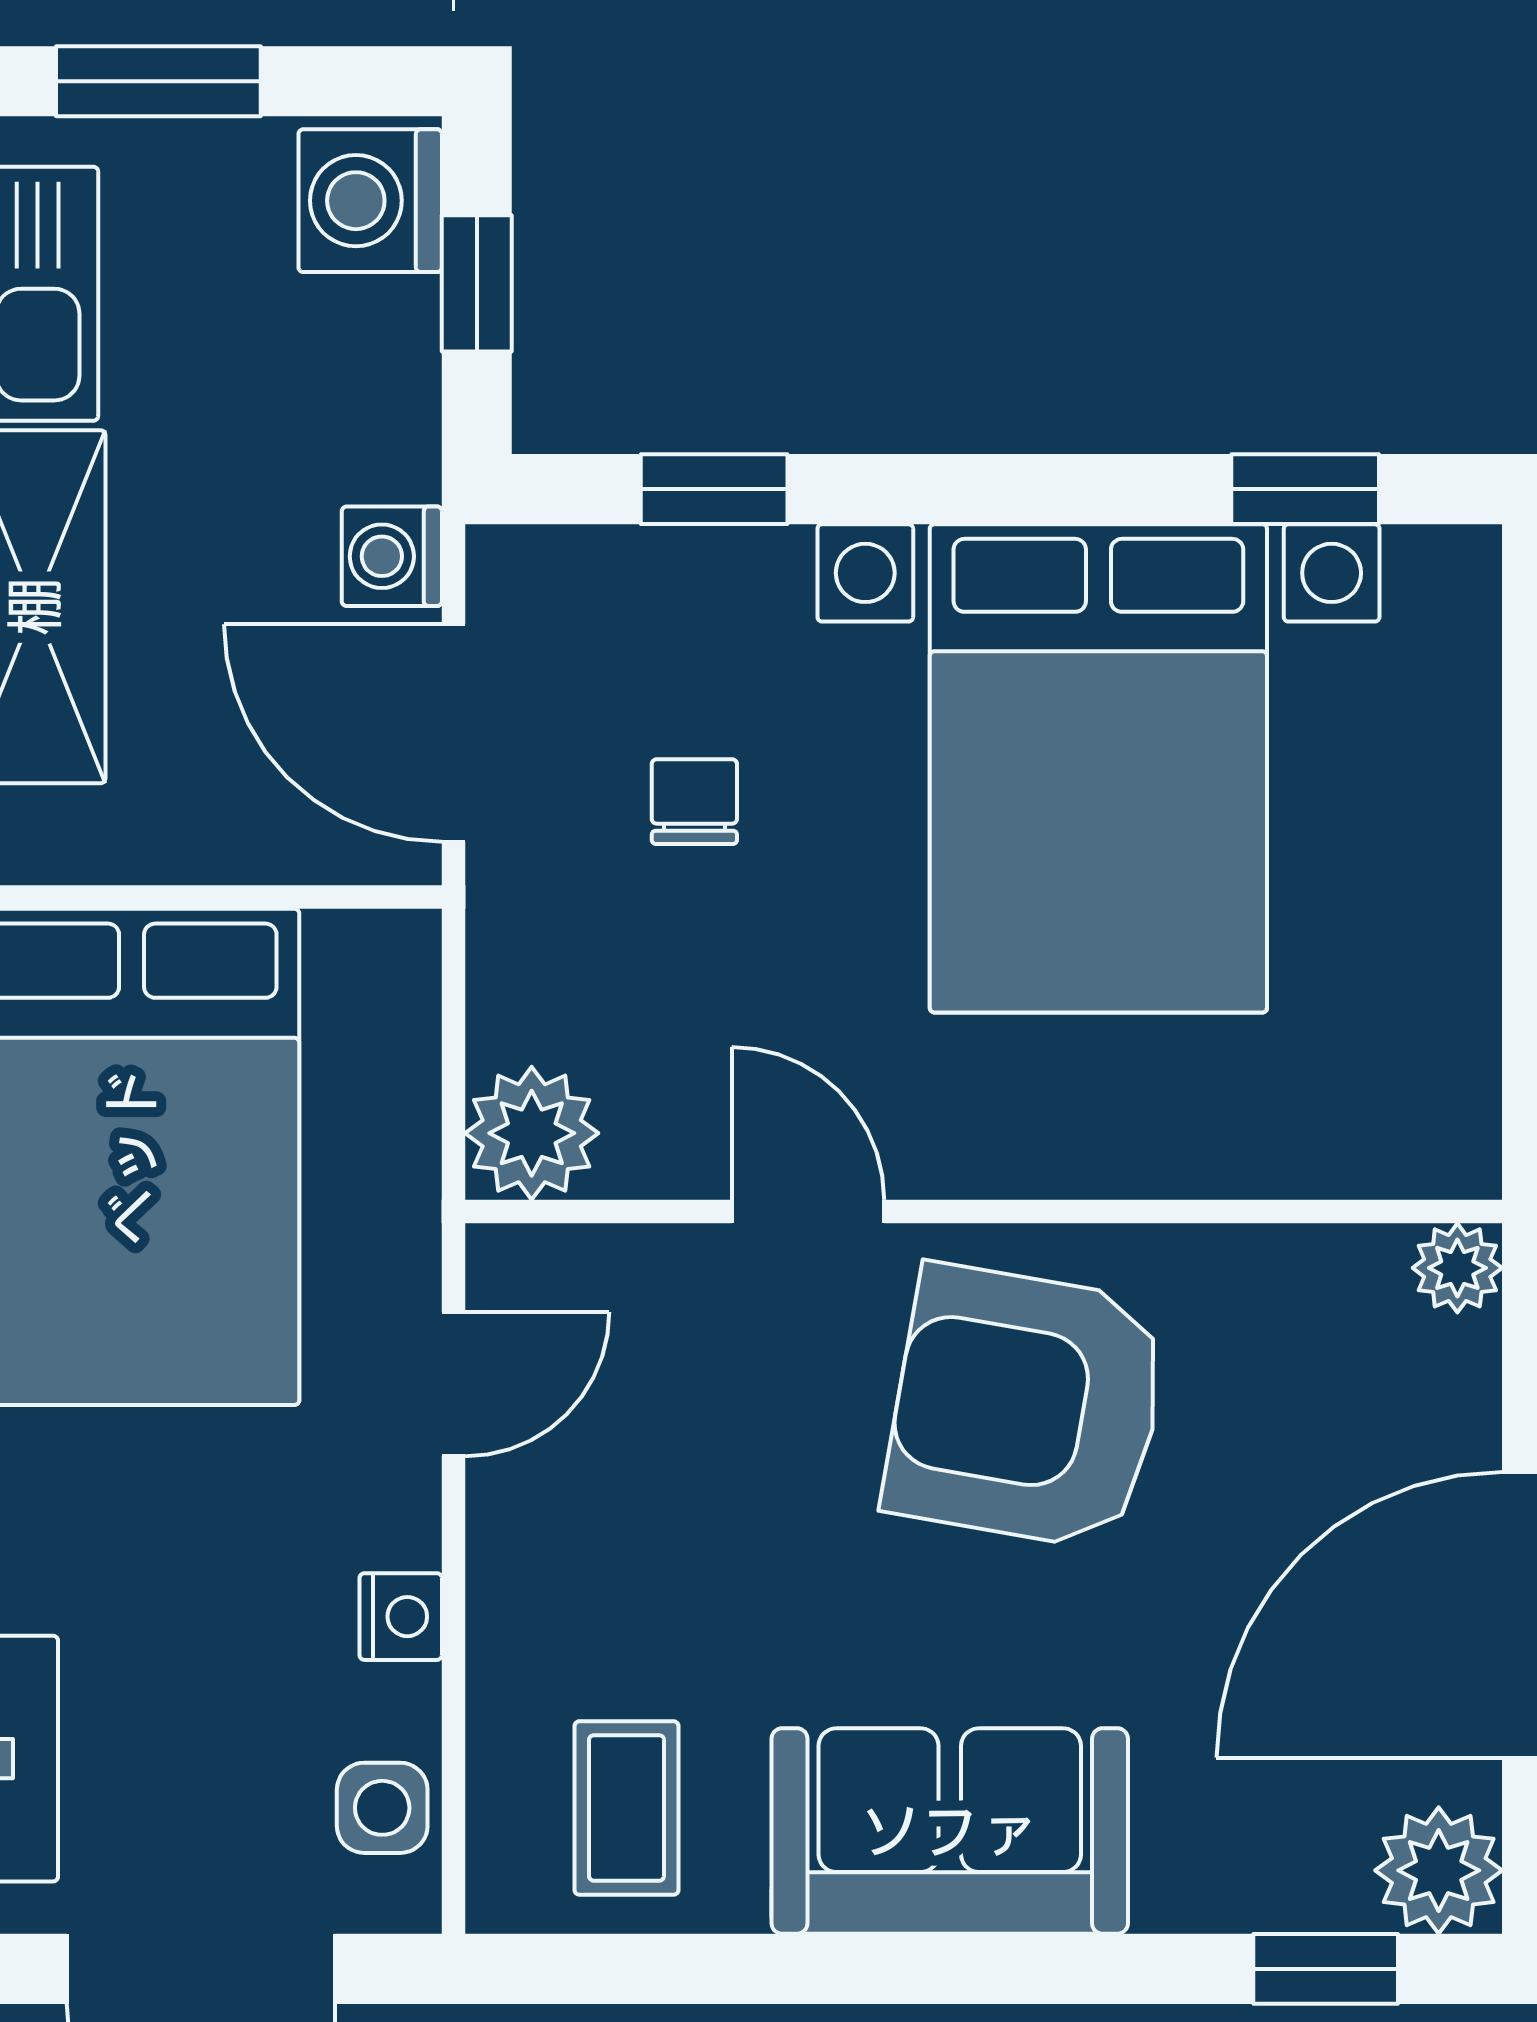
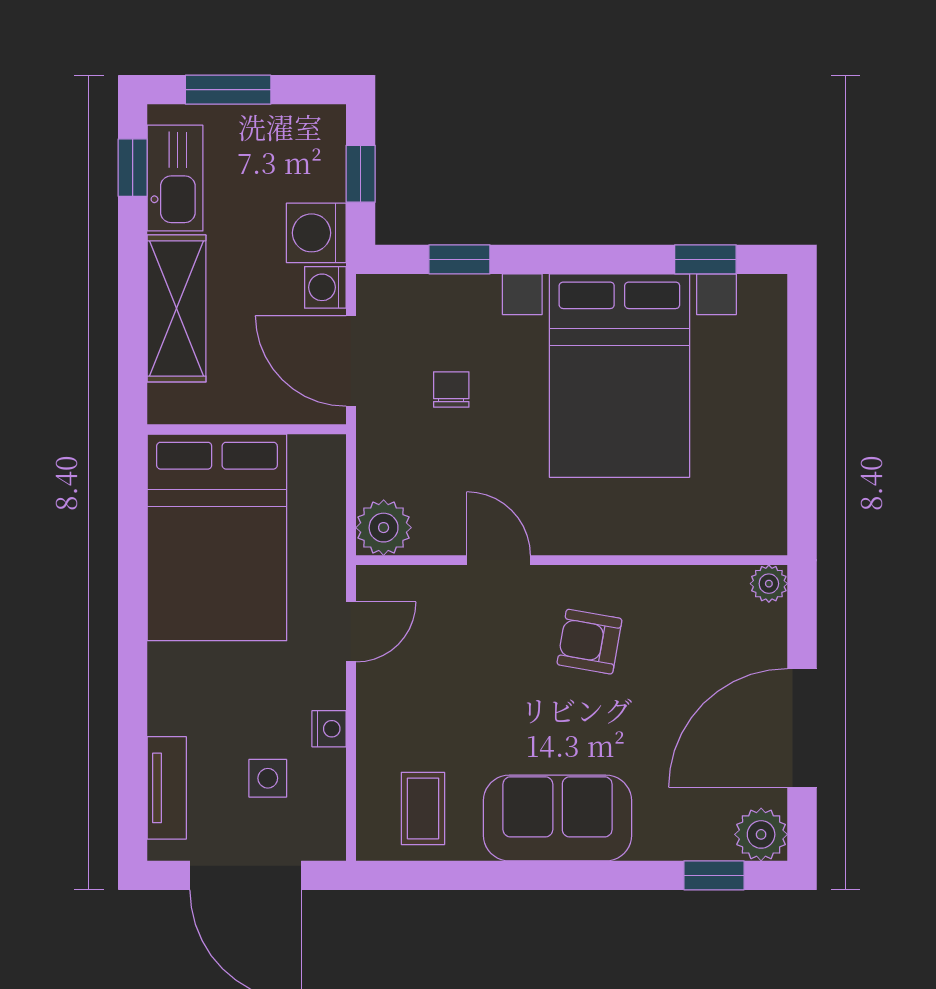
washing machine: (370, 201) -> (316, 233), moved
armchair: (1026, 1407) -> (589, 642), width x0.53, depth x0.53
side table: (382, 1808) -> (268, 778), moved

